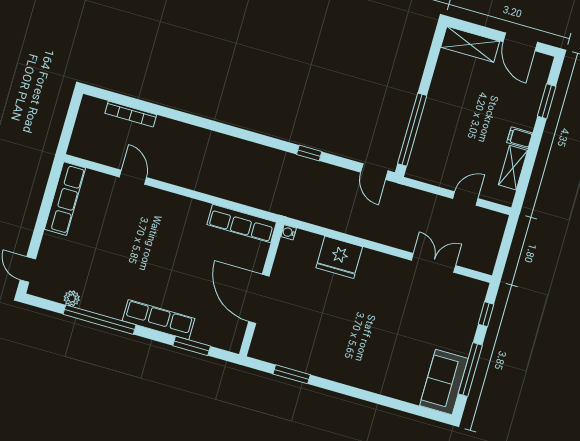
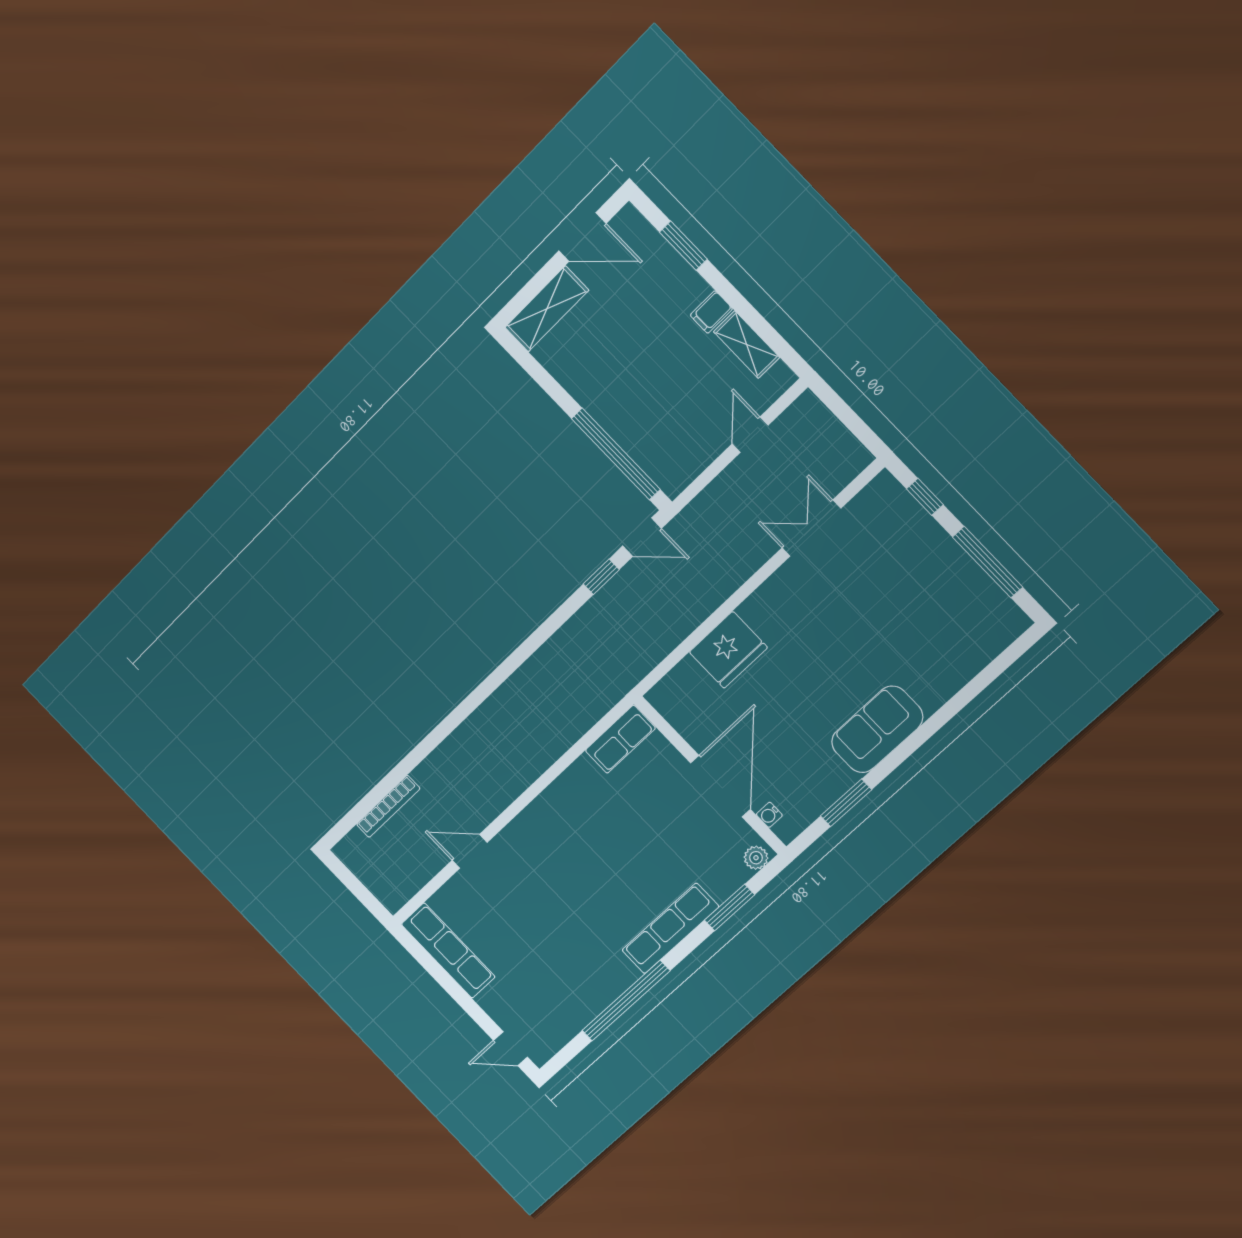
window: (309, 153) -> (601, 577), moved
row of seats: (242, 223) -> (620, 739), width x0.68
water cooler: (289, 232) -> (769, 815), moved
plant: (72, 298) -> (756, 858), moved
door: (259, 299) -> (720, 786), swing flipped
sofa: (444, 382) -> (877, 729), moved, turned 90

